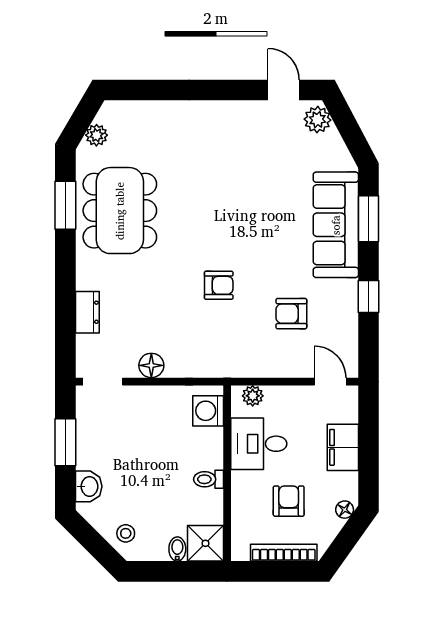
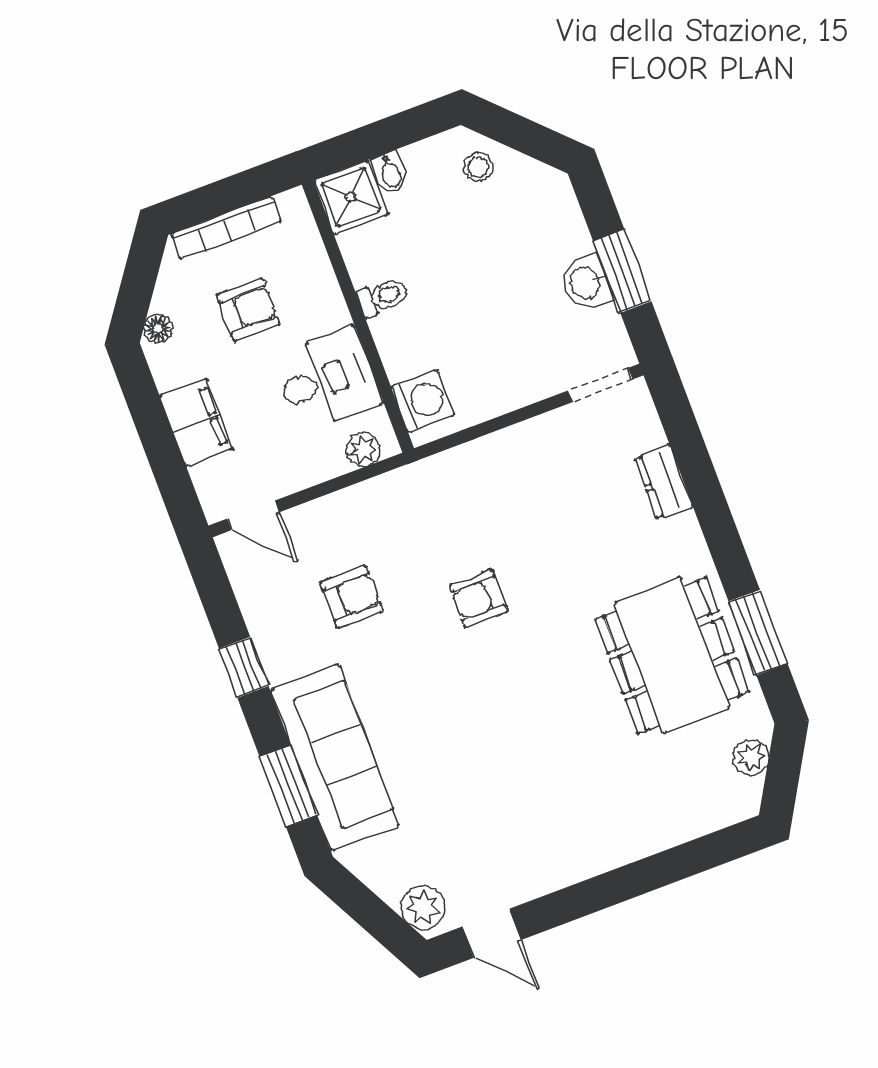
floor lamp: (151, 365) -> (535, 437), removed
washbasin: (89, 486) -> (586, 283), moved
armchair: (289, 501) -> (248, 309), turned -90

